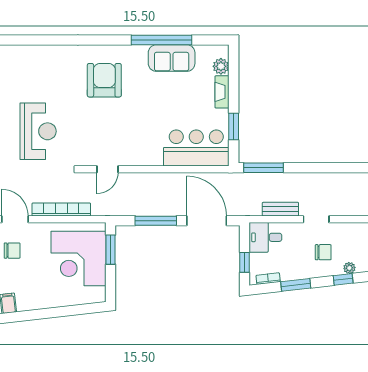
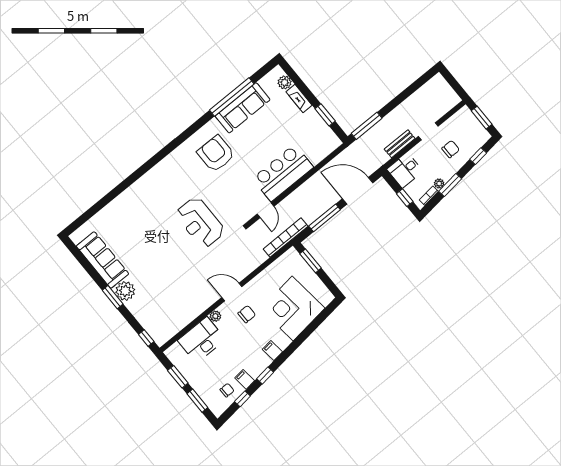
sofa: (172, 58) -> (243, 108), width x1.36
reception desk: (38, 131) -> (200, 222), turned 180
bar counter: (196, 148) -> (283, 173), moved
bookcase: (61, 209) -> (286, 238), moved
corner desk: (79, 259) -> (293, 308), moved, turned 83
plant: (349, 268) -> (439, 184), moved

